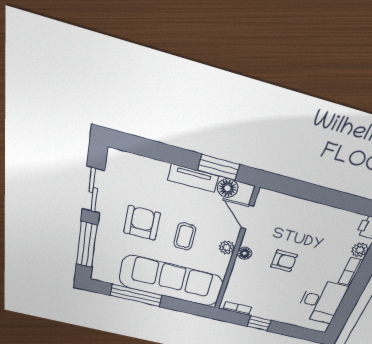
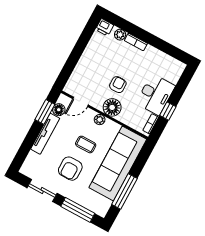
tv unit: (193, 178) -> (45, 134), width x1.41
armchair: (142, 223) -> (70, 169), turned -90
floor lamp: (245, 253) -> (112, 107), width x1.89, depth x1.89
desk: (321, 302) -> (155, 94), moved, turned 90

